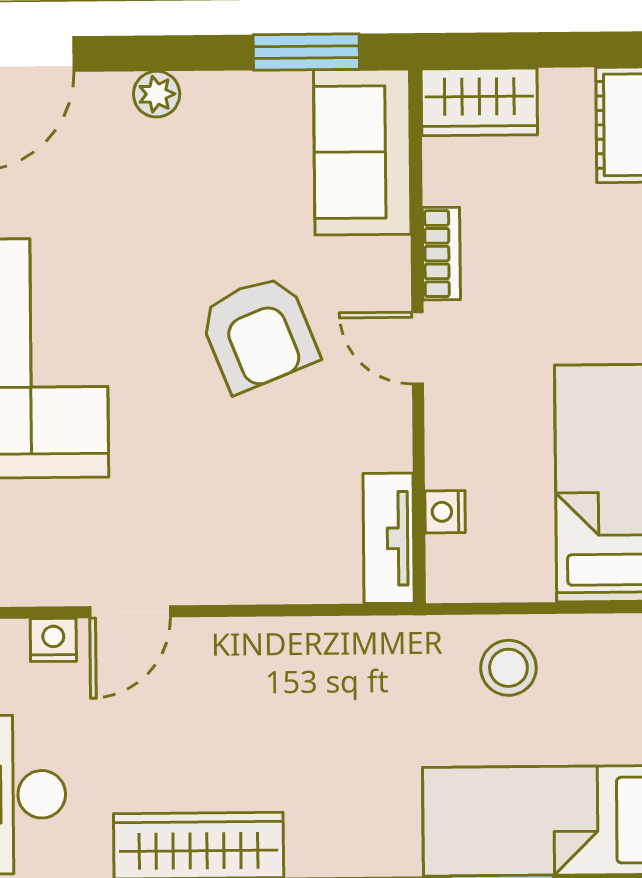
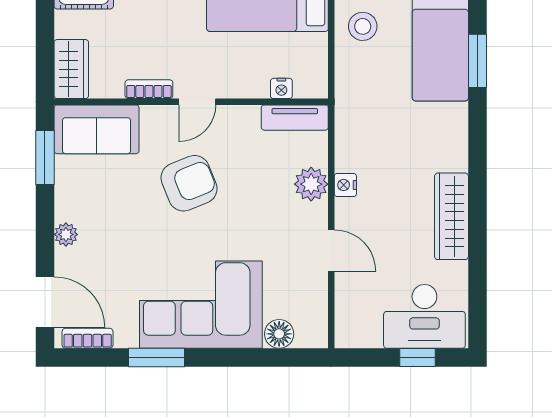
plant: (259, 572) -> (311, 184), added
nightstand: (53, 640) -> (345, 185), moved
stool: (508, 668) -> (363, 26), moved

